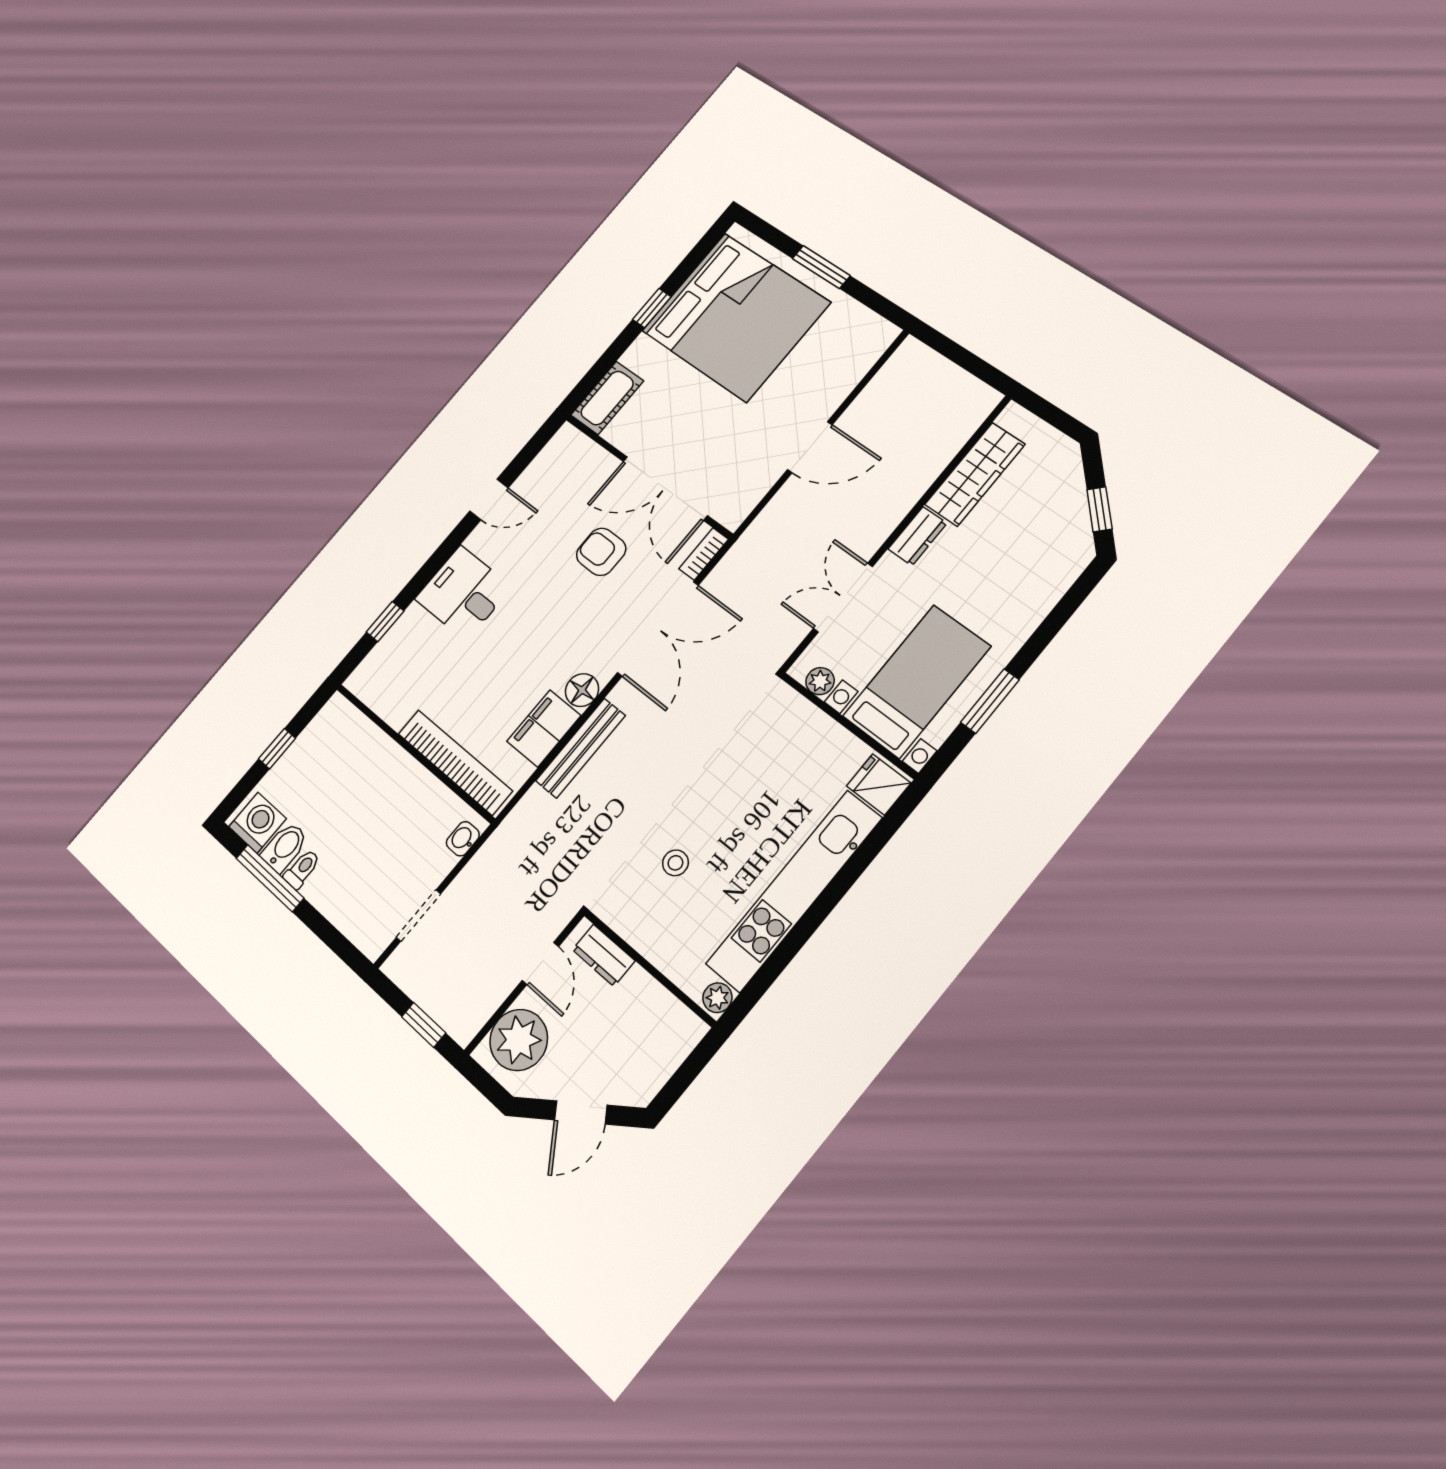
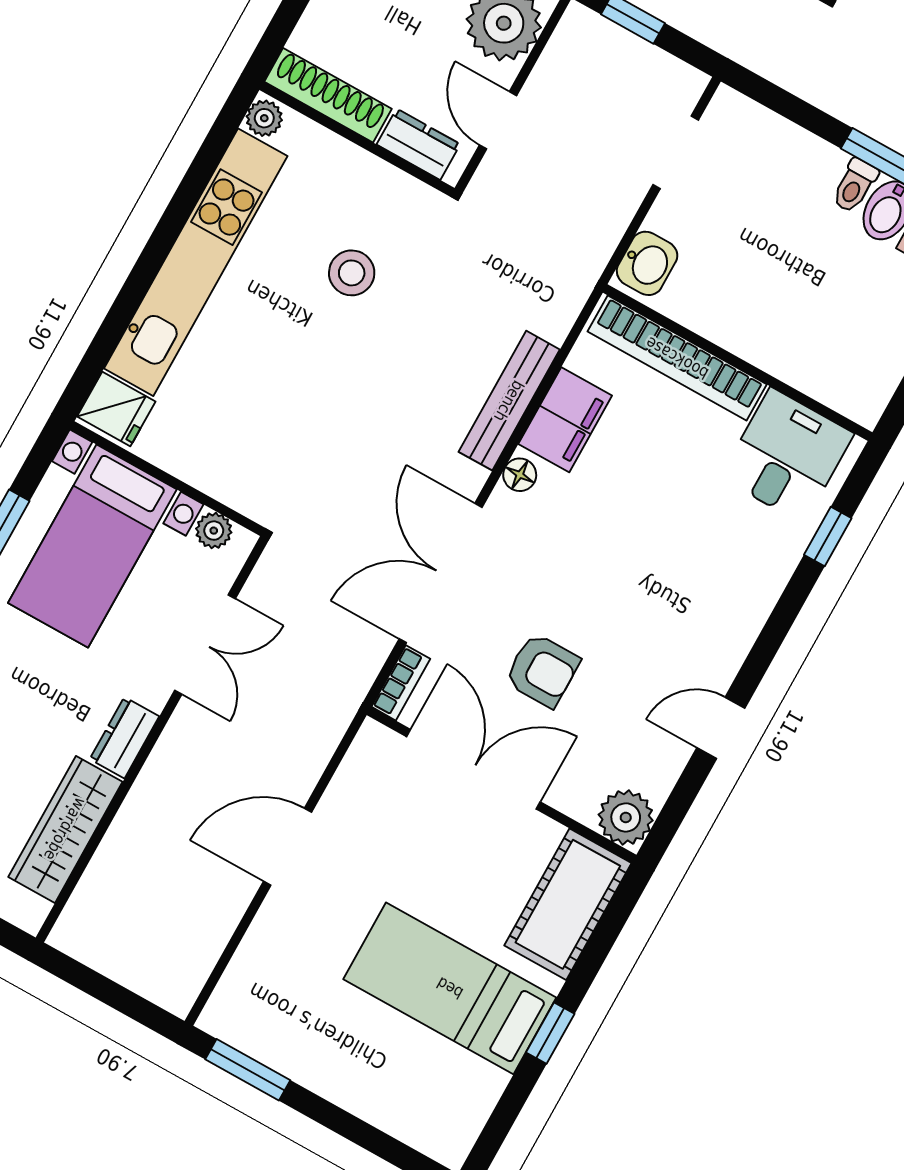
window: (821, 267) -> (248, 1070), moved
bed: (736, 317) -> (450, 988), width x0.49
cot: (607, 398) -> (568, 904), width x1.37, depth x1.34
plant: (567, 446) -> (626, 817), added
desk: (463, 593) -> (787, 456), moved, turned -90
floor lamp: (582, 690) -> (520, 475), width x0.73, depth x0.73
washbasin: (463, 839) -> (647, 263), width x1.38, depth x1.45
stool: (675, 863) -> (352, 273), width x1.37, depth x1.37
shoe rack: (664, 1007) -> (328, 95), added

